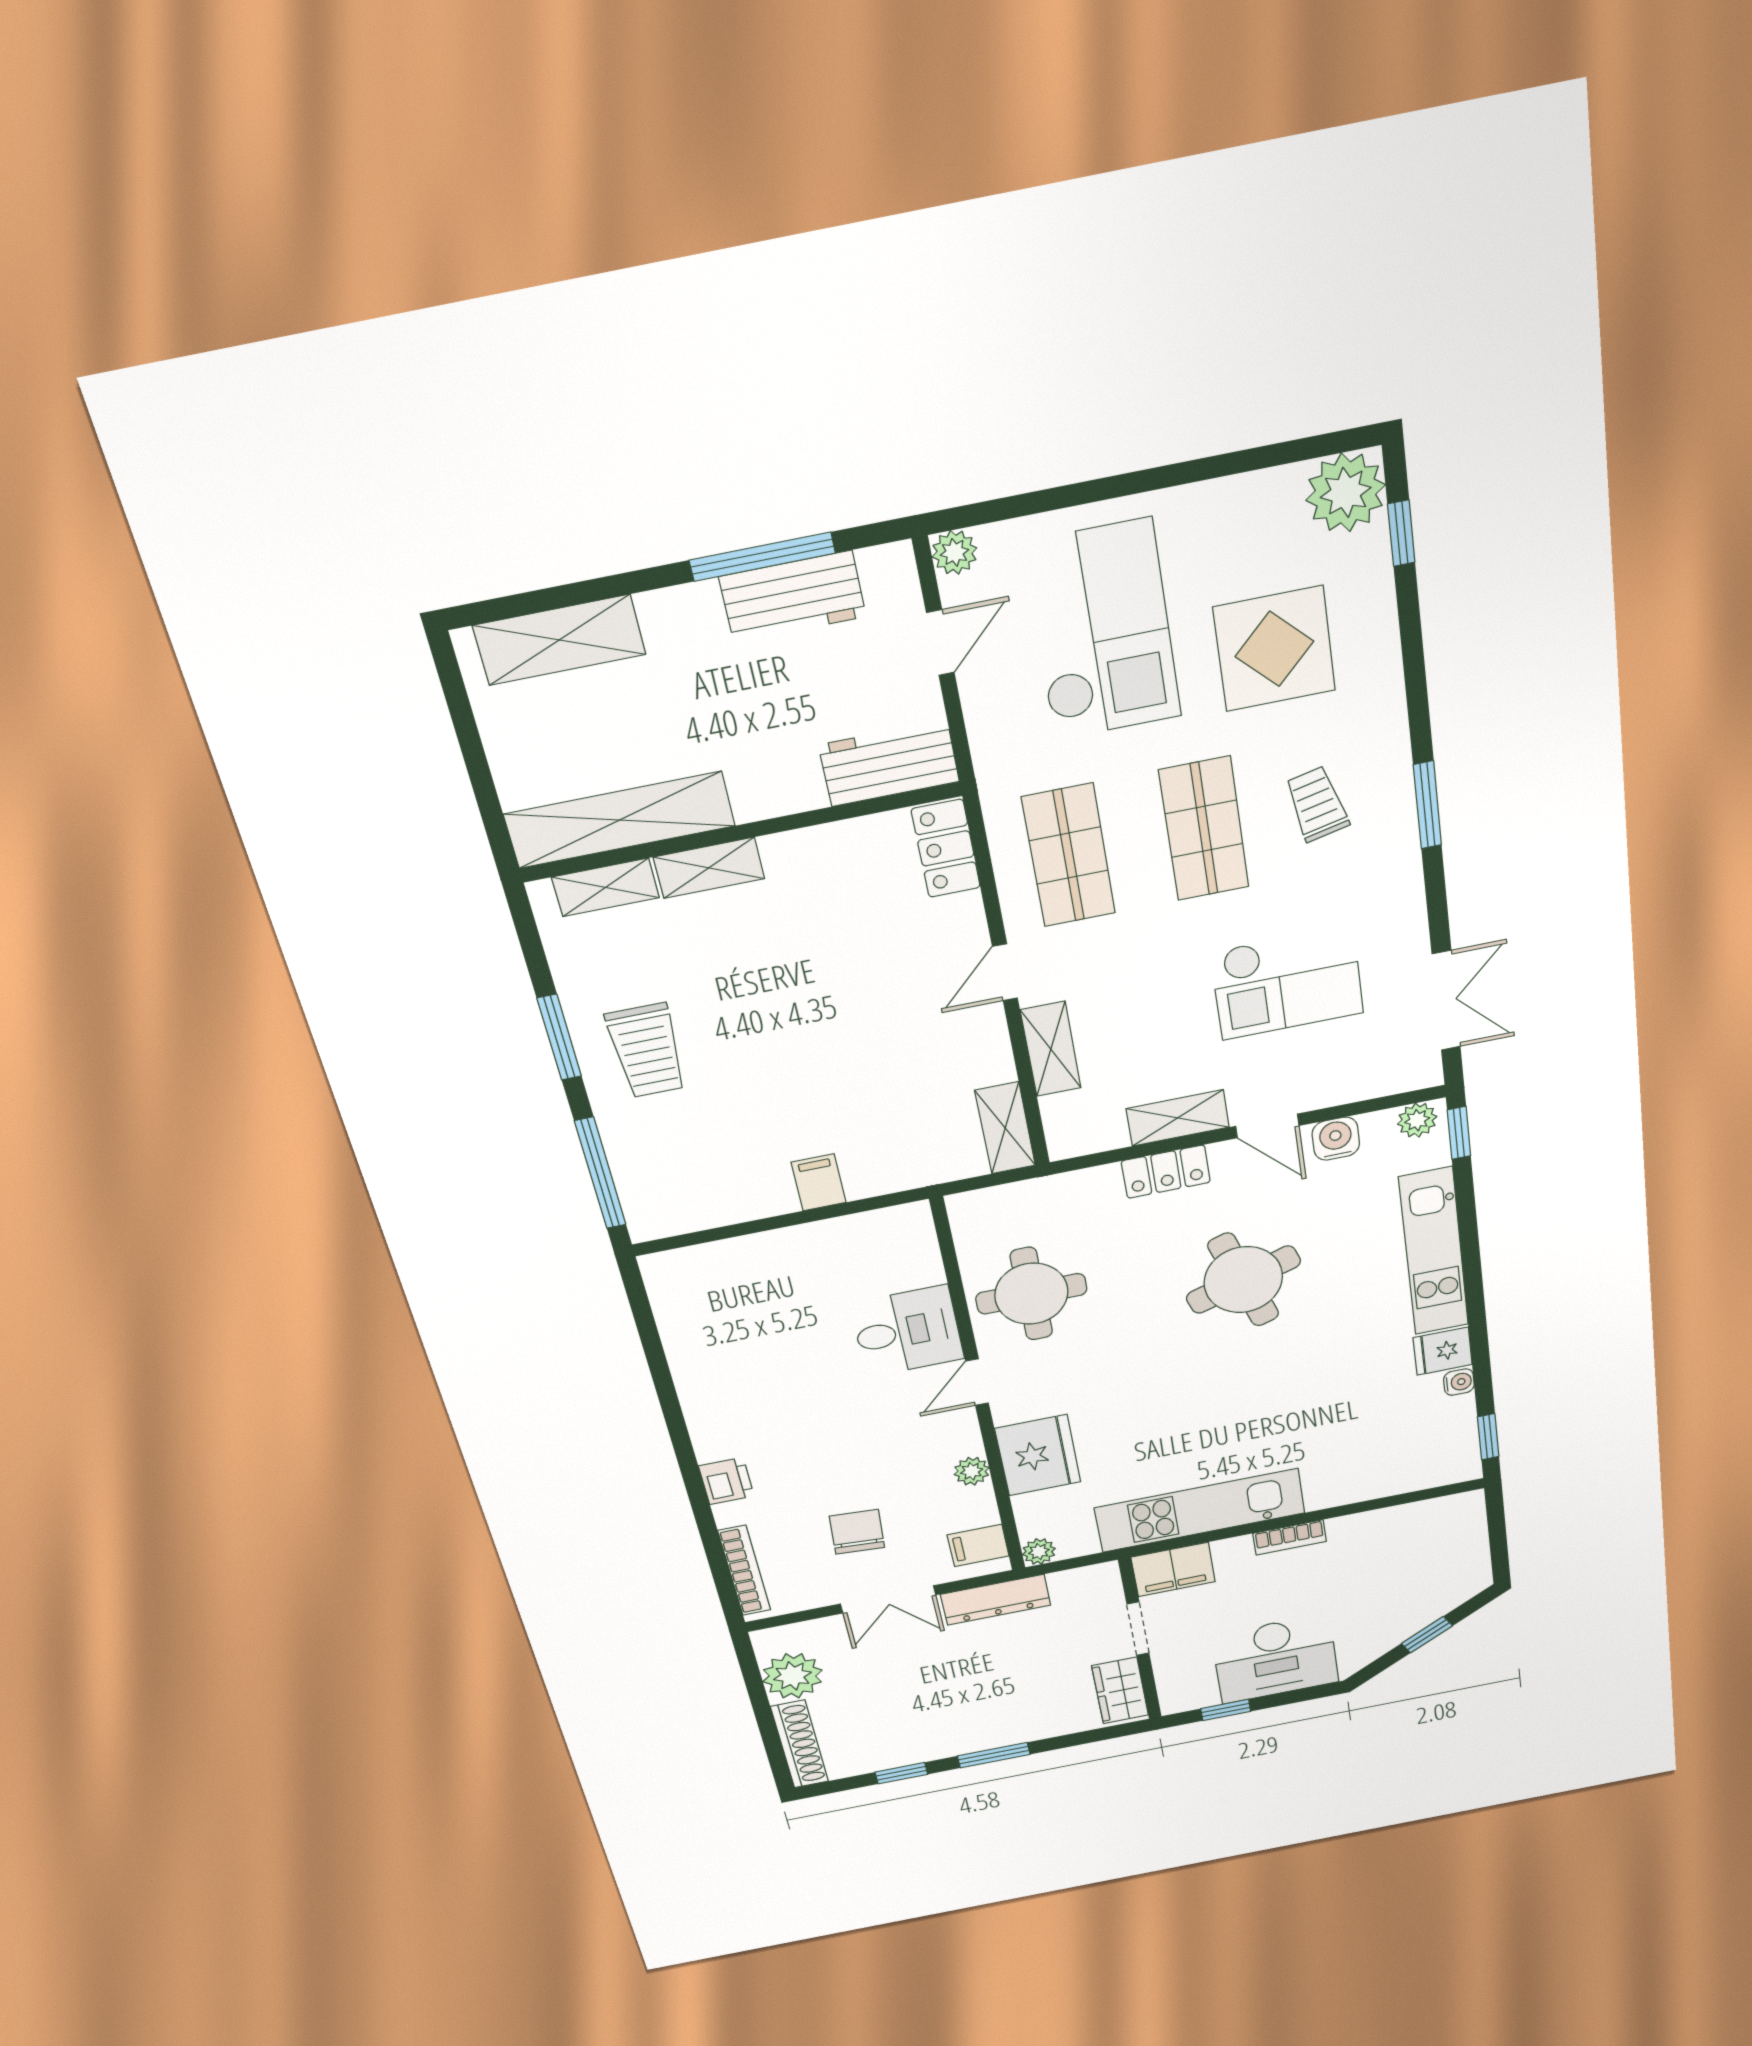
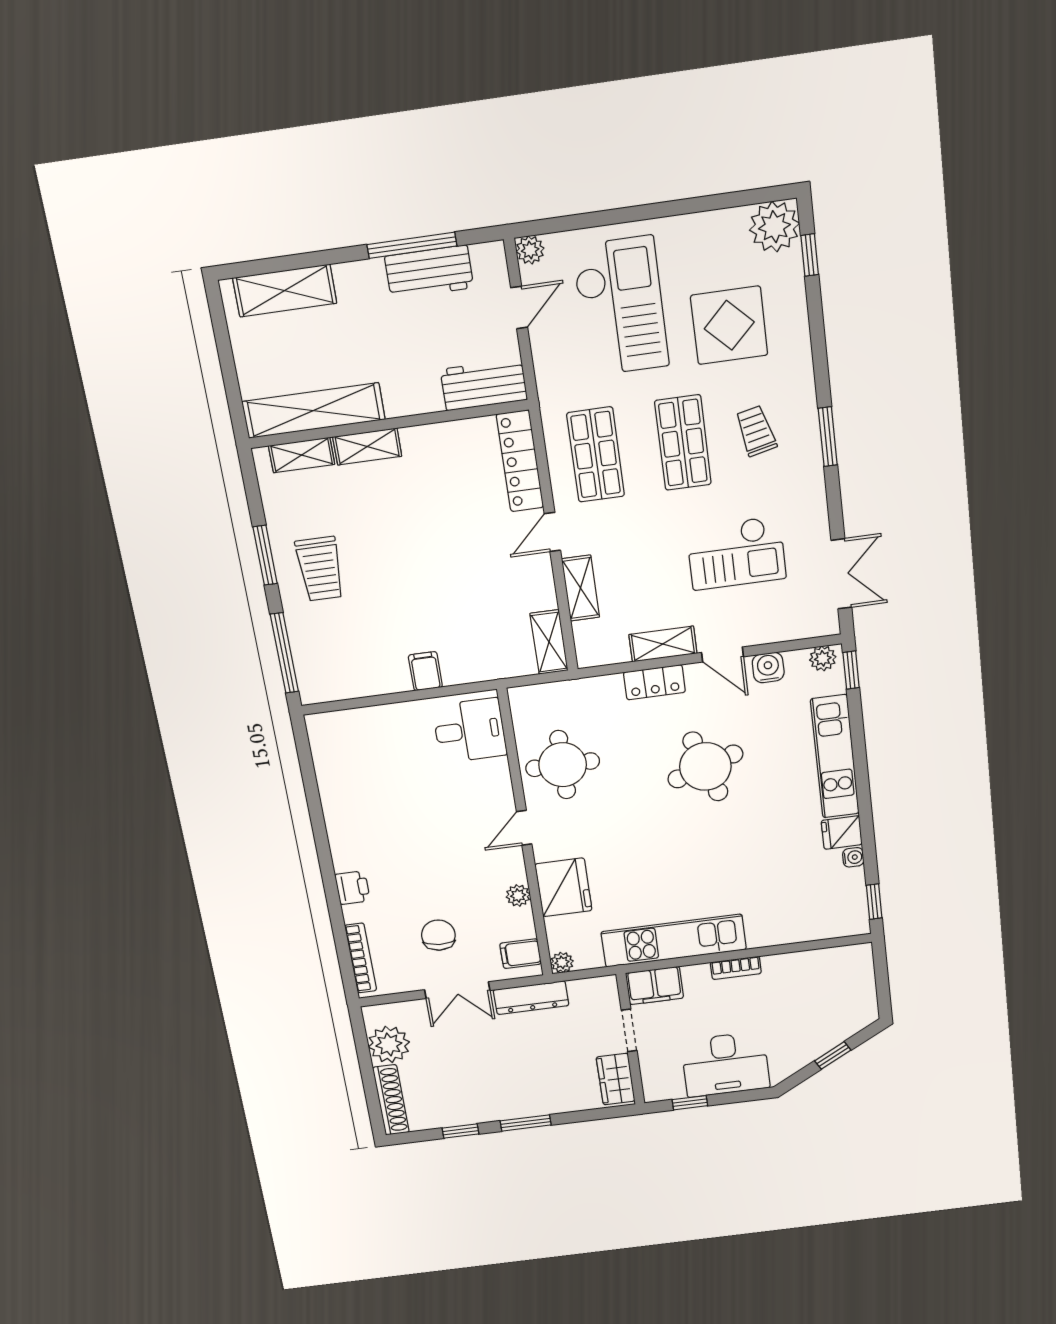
locker: (946, 848) -> (520, 461), width x1.53
desk: (907, 1331) -> (470, 730), moved

